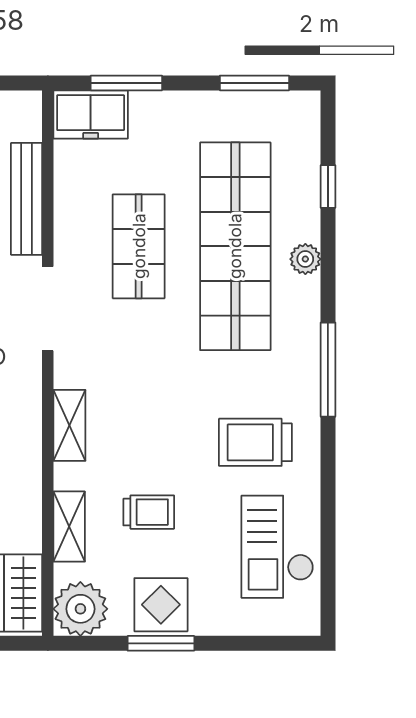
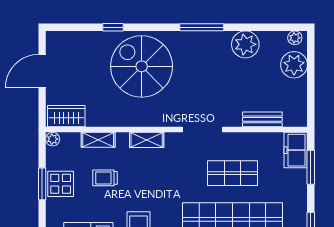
bench: (27, 199) -> (262, 119), width x0.73
trolley: (149, 512) -> (105, 178), turned 90
plant: (80, 609) -> (53, 139), width x0.53, depth x0.53

